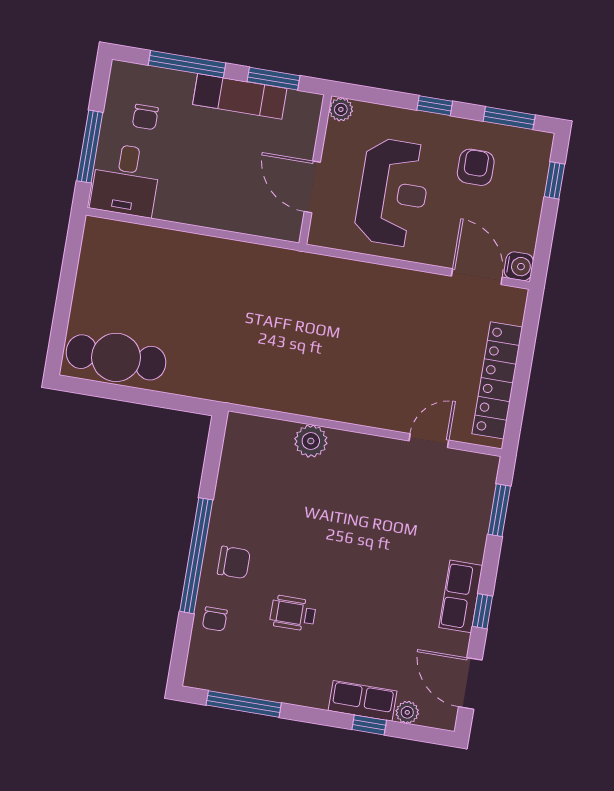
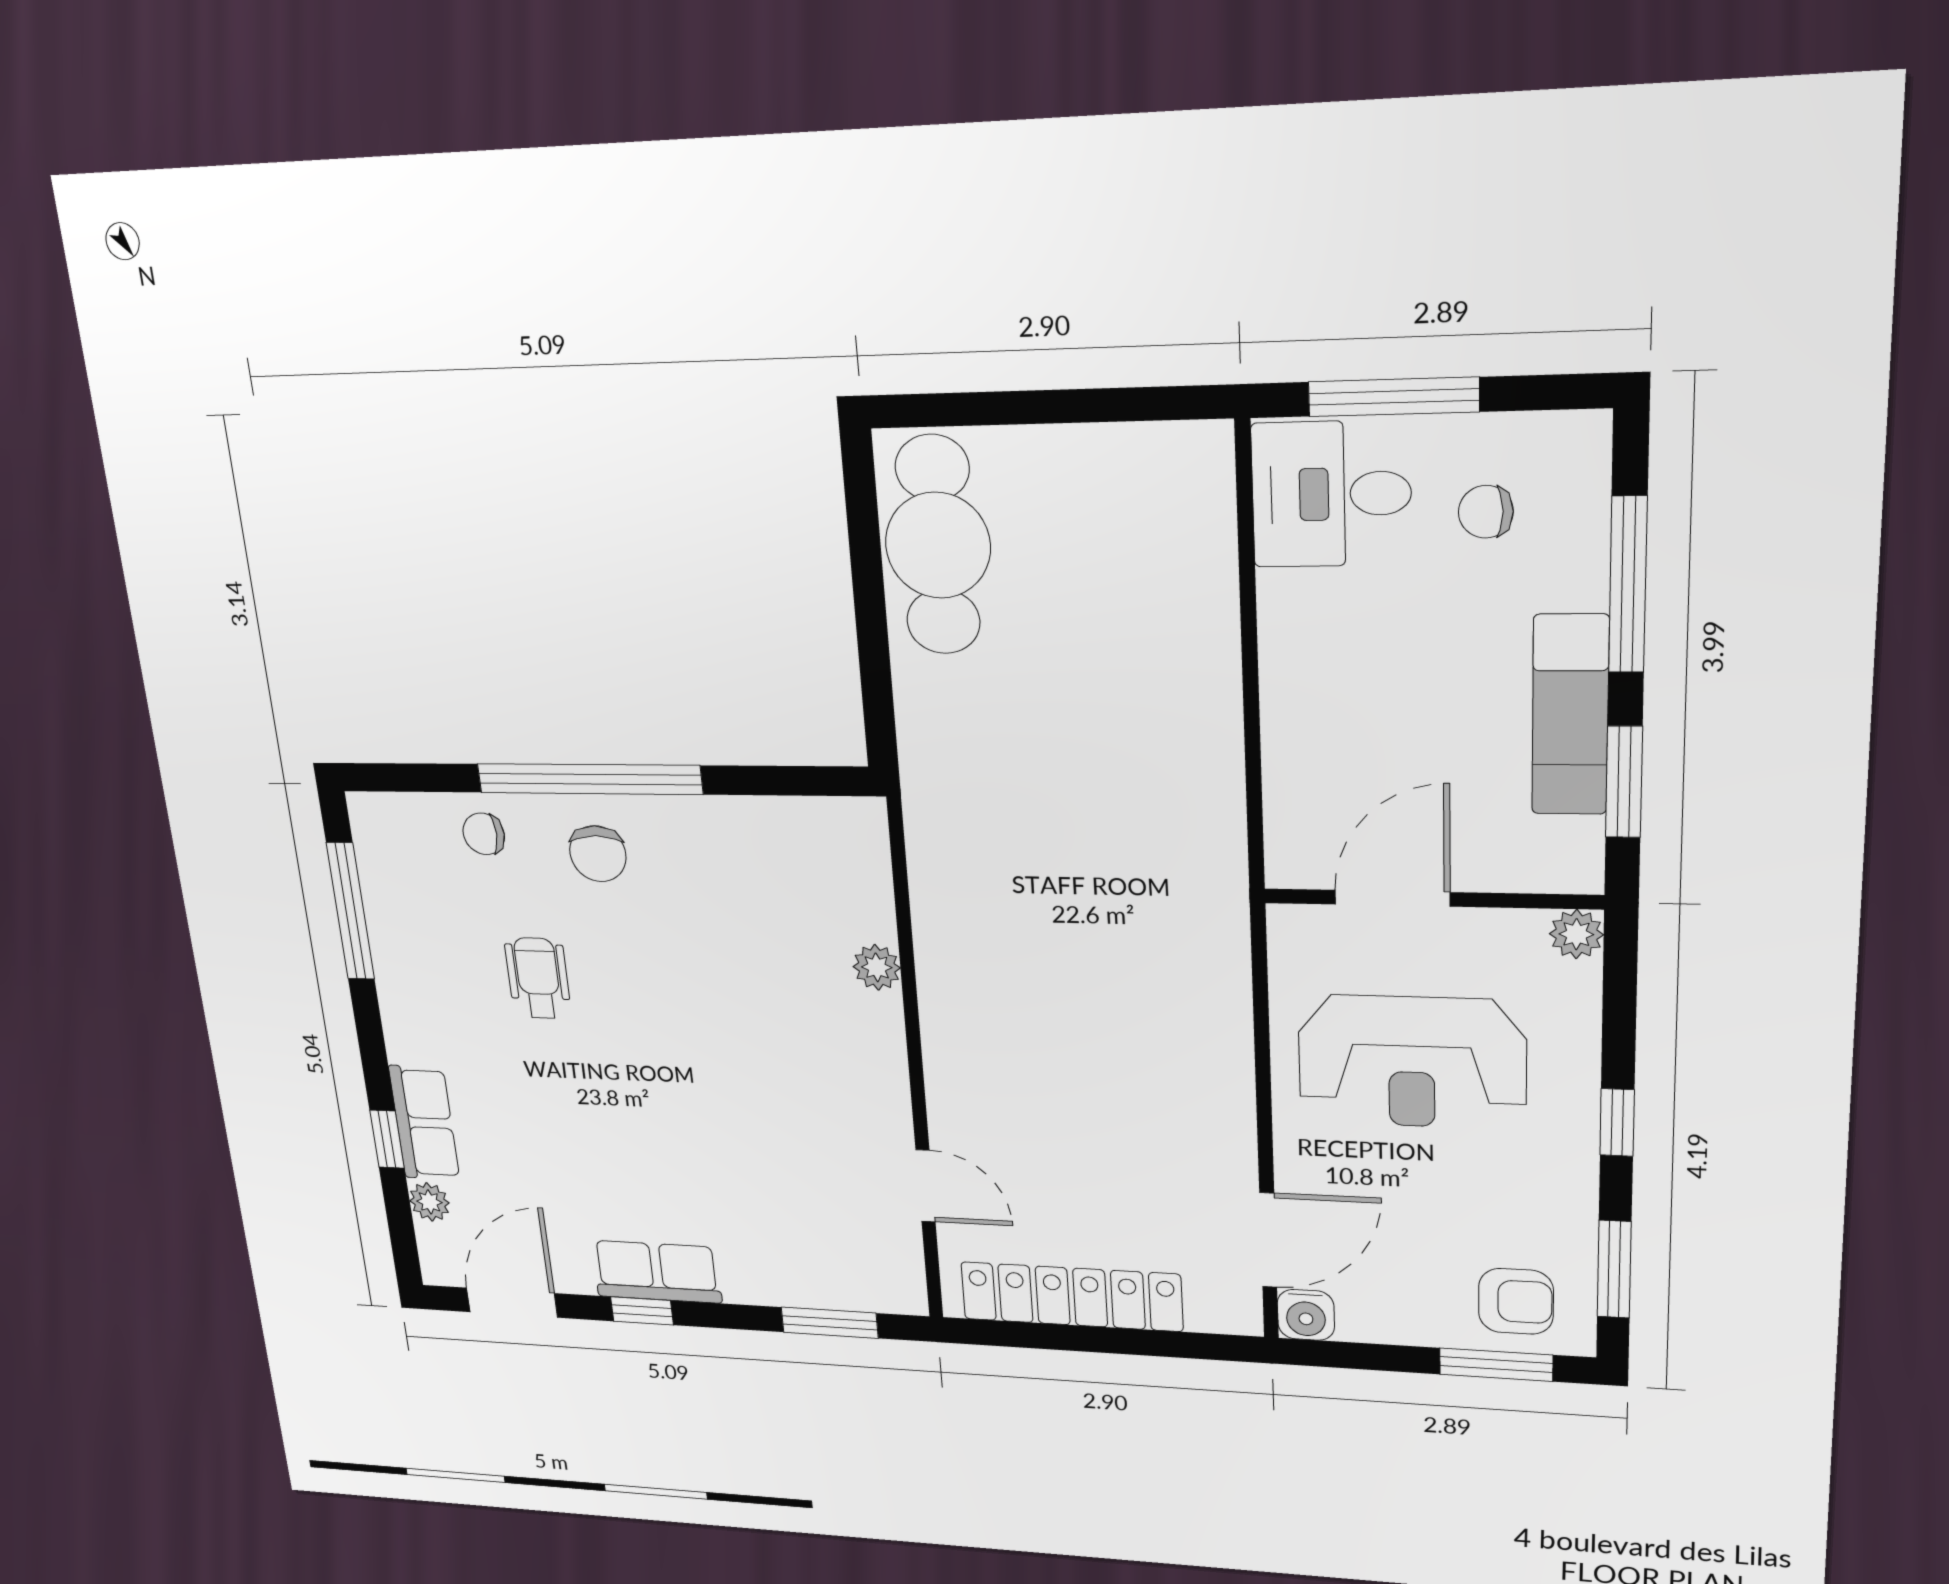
armchair: (476, 167) -> (1516, 1301), moved
window: (554, 180) -> (1496, 1365), width x1.50
plant: (311, 441) -> (877, 967), width x0.73, depth x0.73

